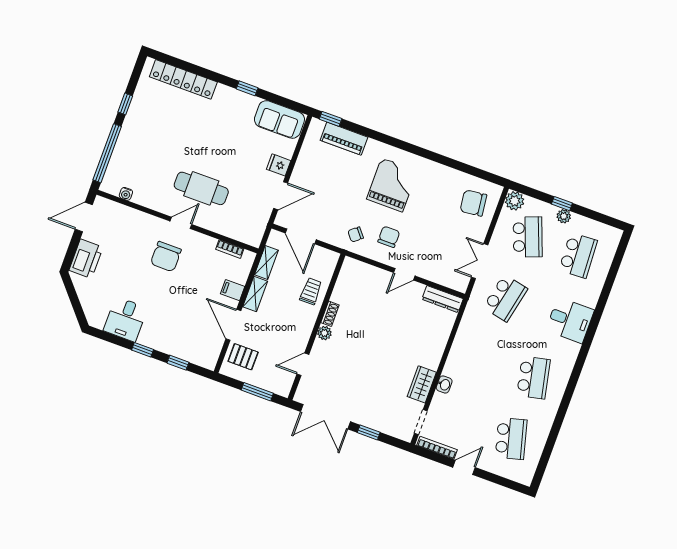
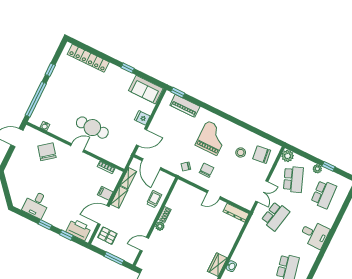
stool: (440, 203) -> (241, 152), added
window: (562, 204) -> (328, 166), moved
chair: (166, 257) -> (47, 152), moved, turned 142
printer: (86, 259) -> (79, 230), moved, turned -90
double door: (480, 261) -> (262, 191), swing flipped
door: (233, 325) -> (103, 215), hinge flipped

